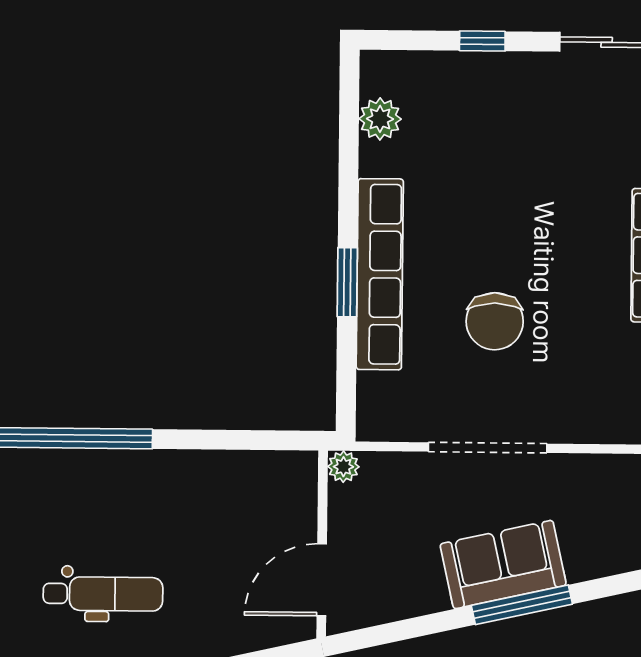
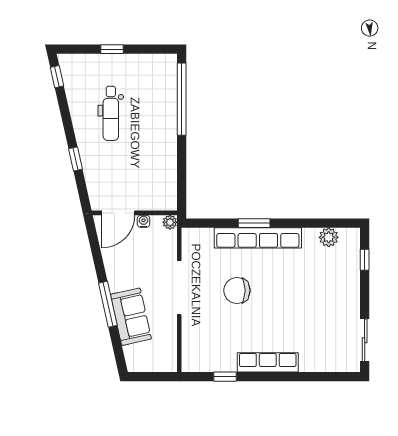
window: (482, 41) -> (365, 260), moved
water cooler: (341, 525) -> (144, 221), added
sofa: (503, 565) -> (131, 317), moved
door: (322, 580) -> (118, 213), swing flipped

